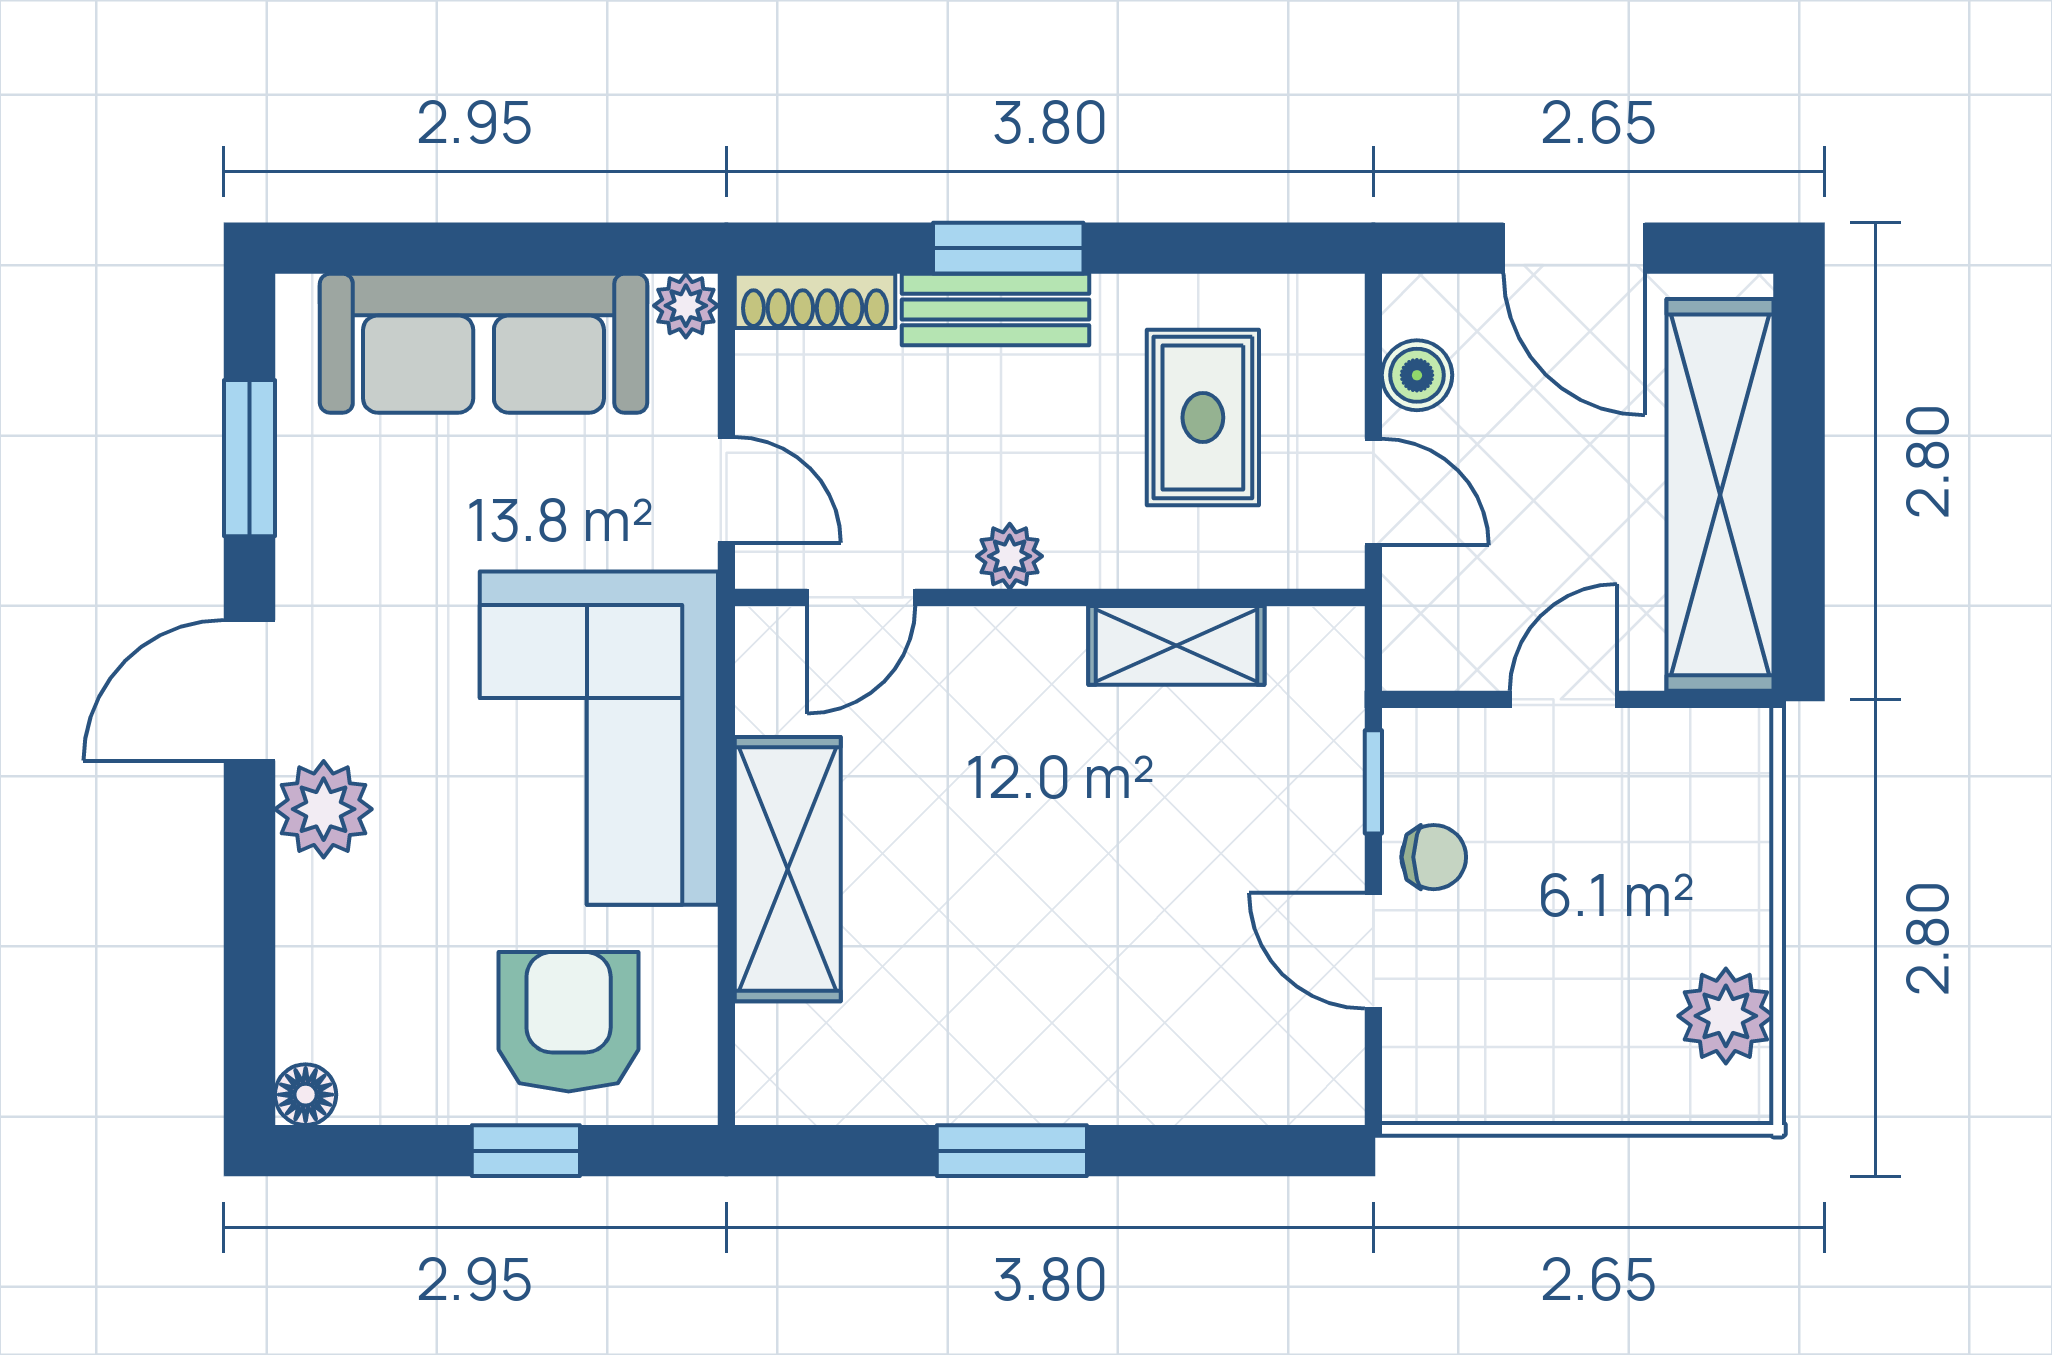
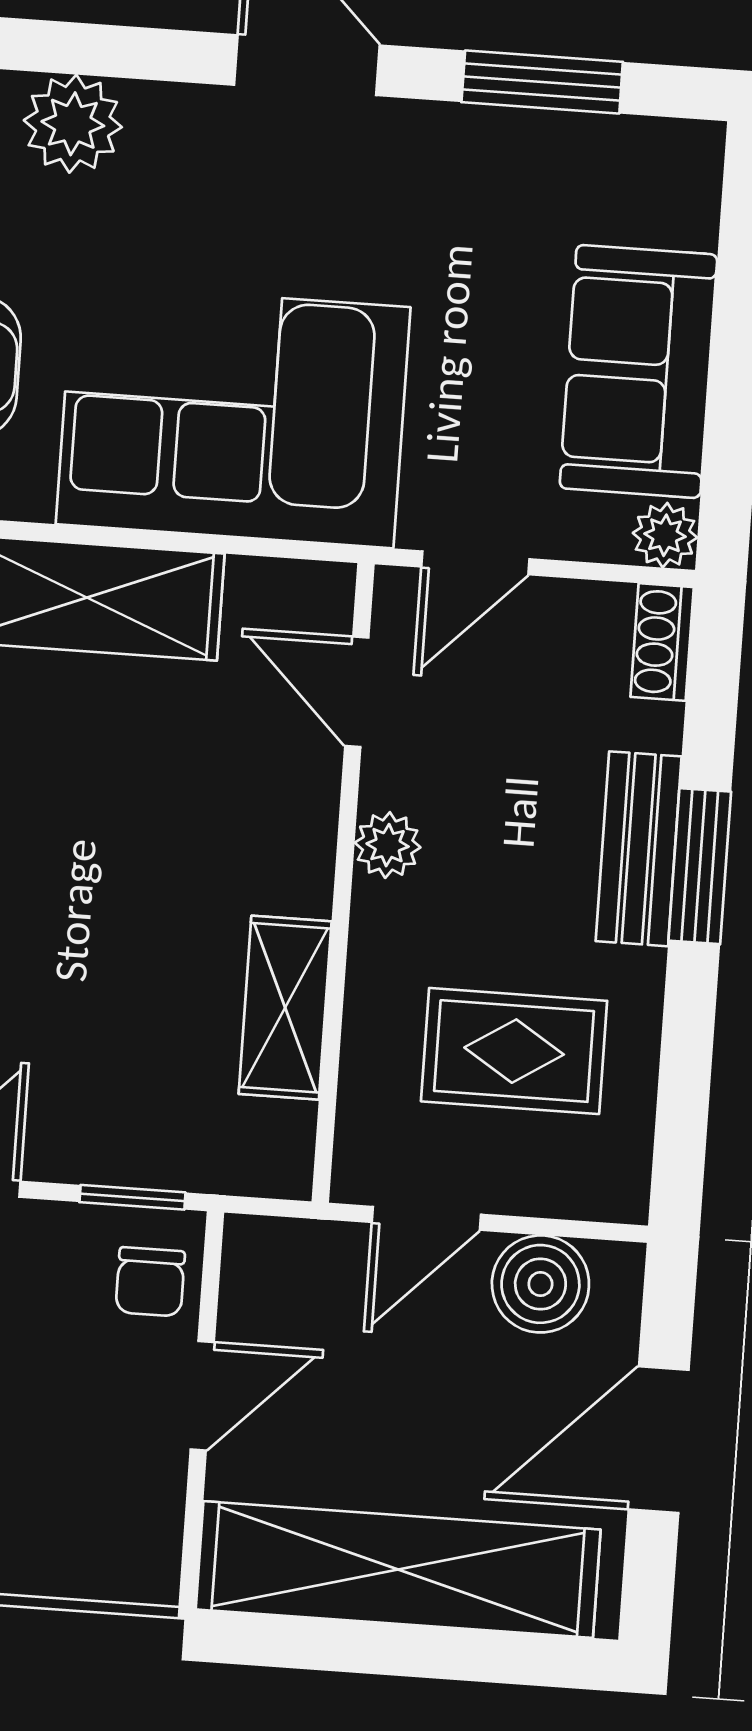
shoe rack: (815, 301) -> (662, 642), width x0.70
sofa: (484, 343) -> (638, 371), width x0.73
boiler: (1417, 375) -> (540, 1284), width x1.36, depth x1.36
door: (1563, 699) -> (202, 1396), hinge flipped
plant: (324, 809) -> (73, 124), moved
chair: (1434, 857) -> (150, 1282), moved

